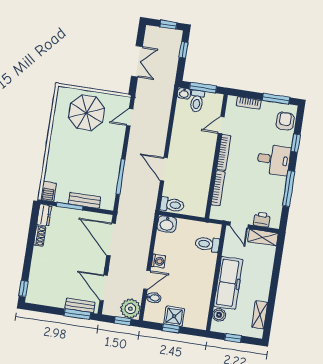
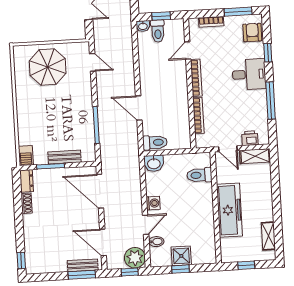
window: (203, 88) -> (161, 16), width x0.67
door: (130, 117) -> (93, 62), swing flipped
boiler: (219, 315) -> (227, 245), removed

